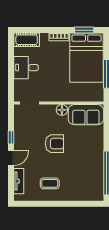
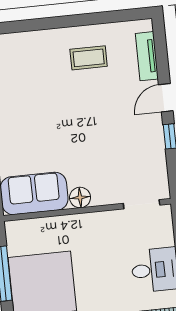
armchair: (54, 144) -> (87, 133), removed

